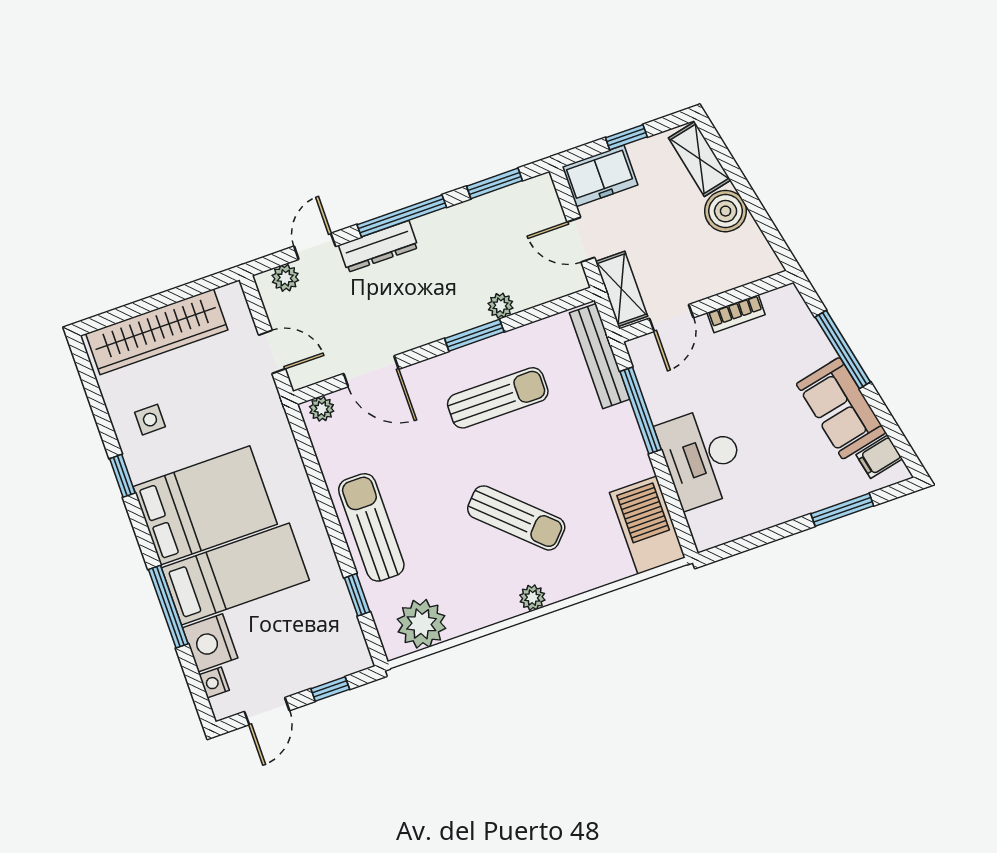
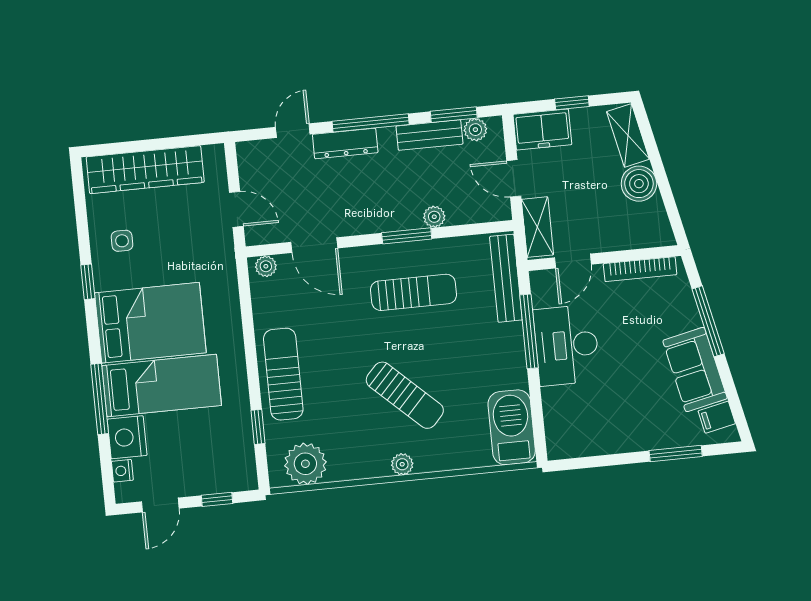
bench: (472, 213) -> (429, 135), added
plant: (285, 278) -> (475, 130), moved
bookcase: (736, 314) -> (640, 269), width x1.56
desk: (702, 458) -> (567, 345), moved

